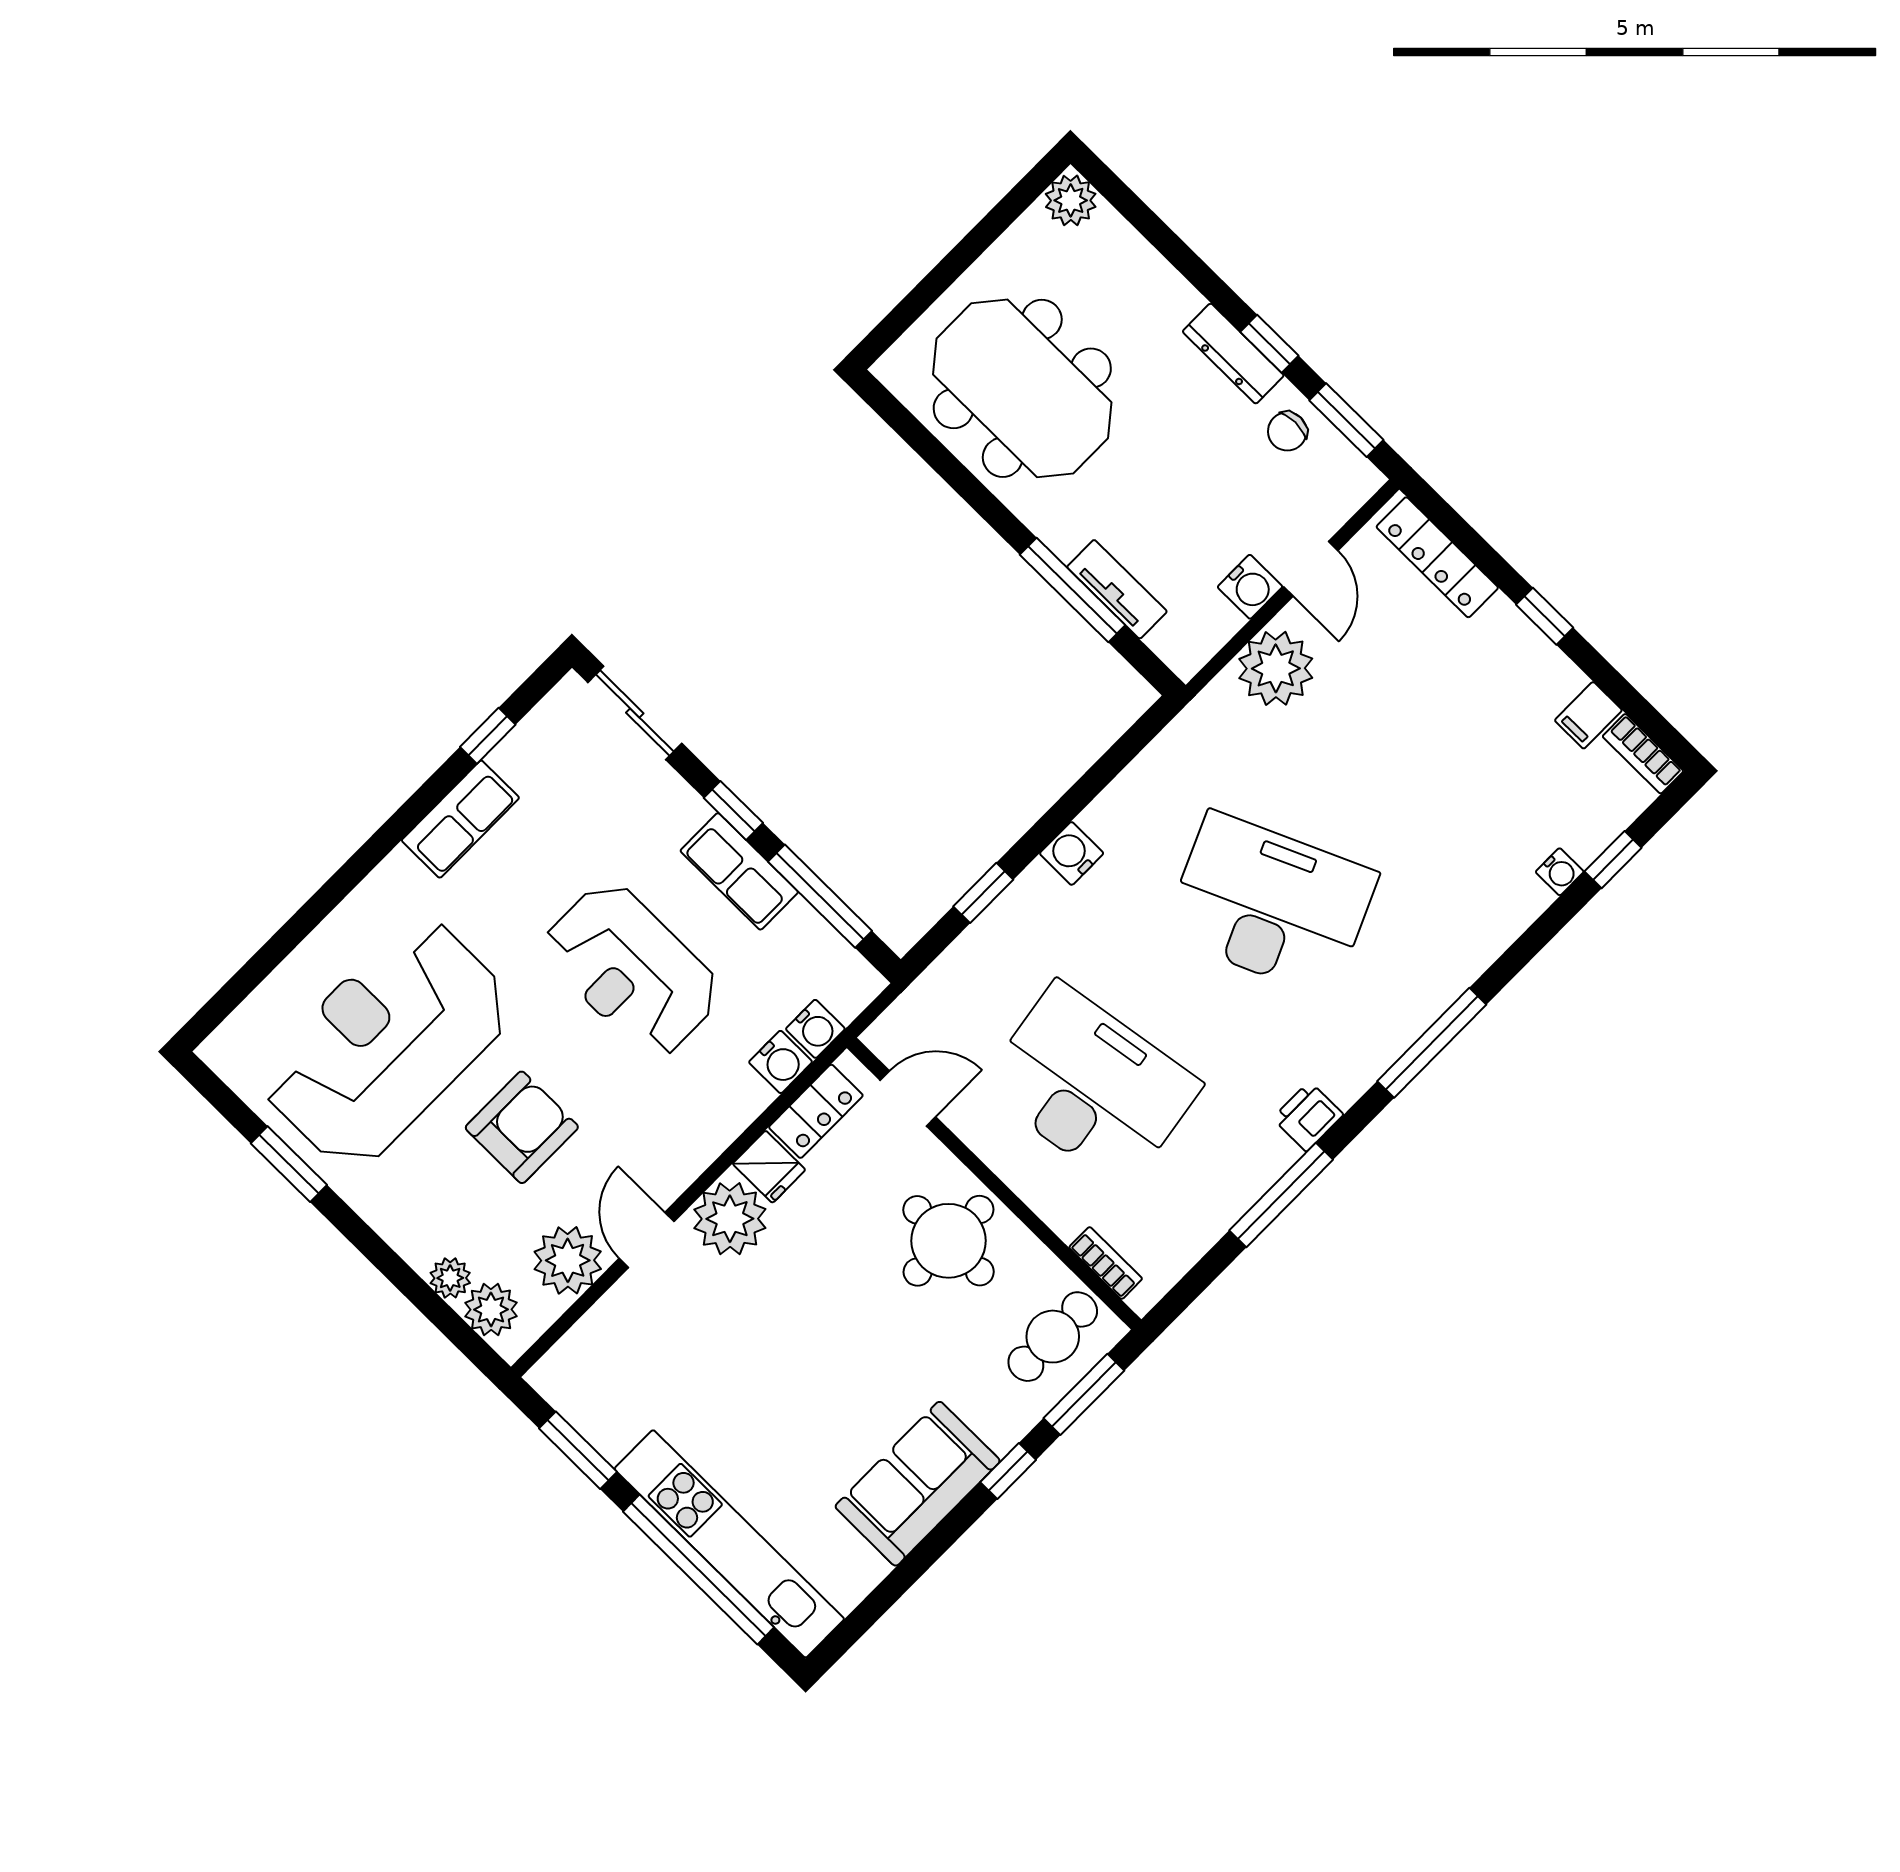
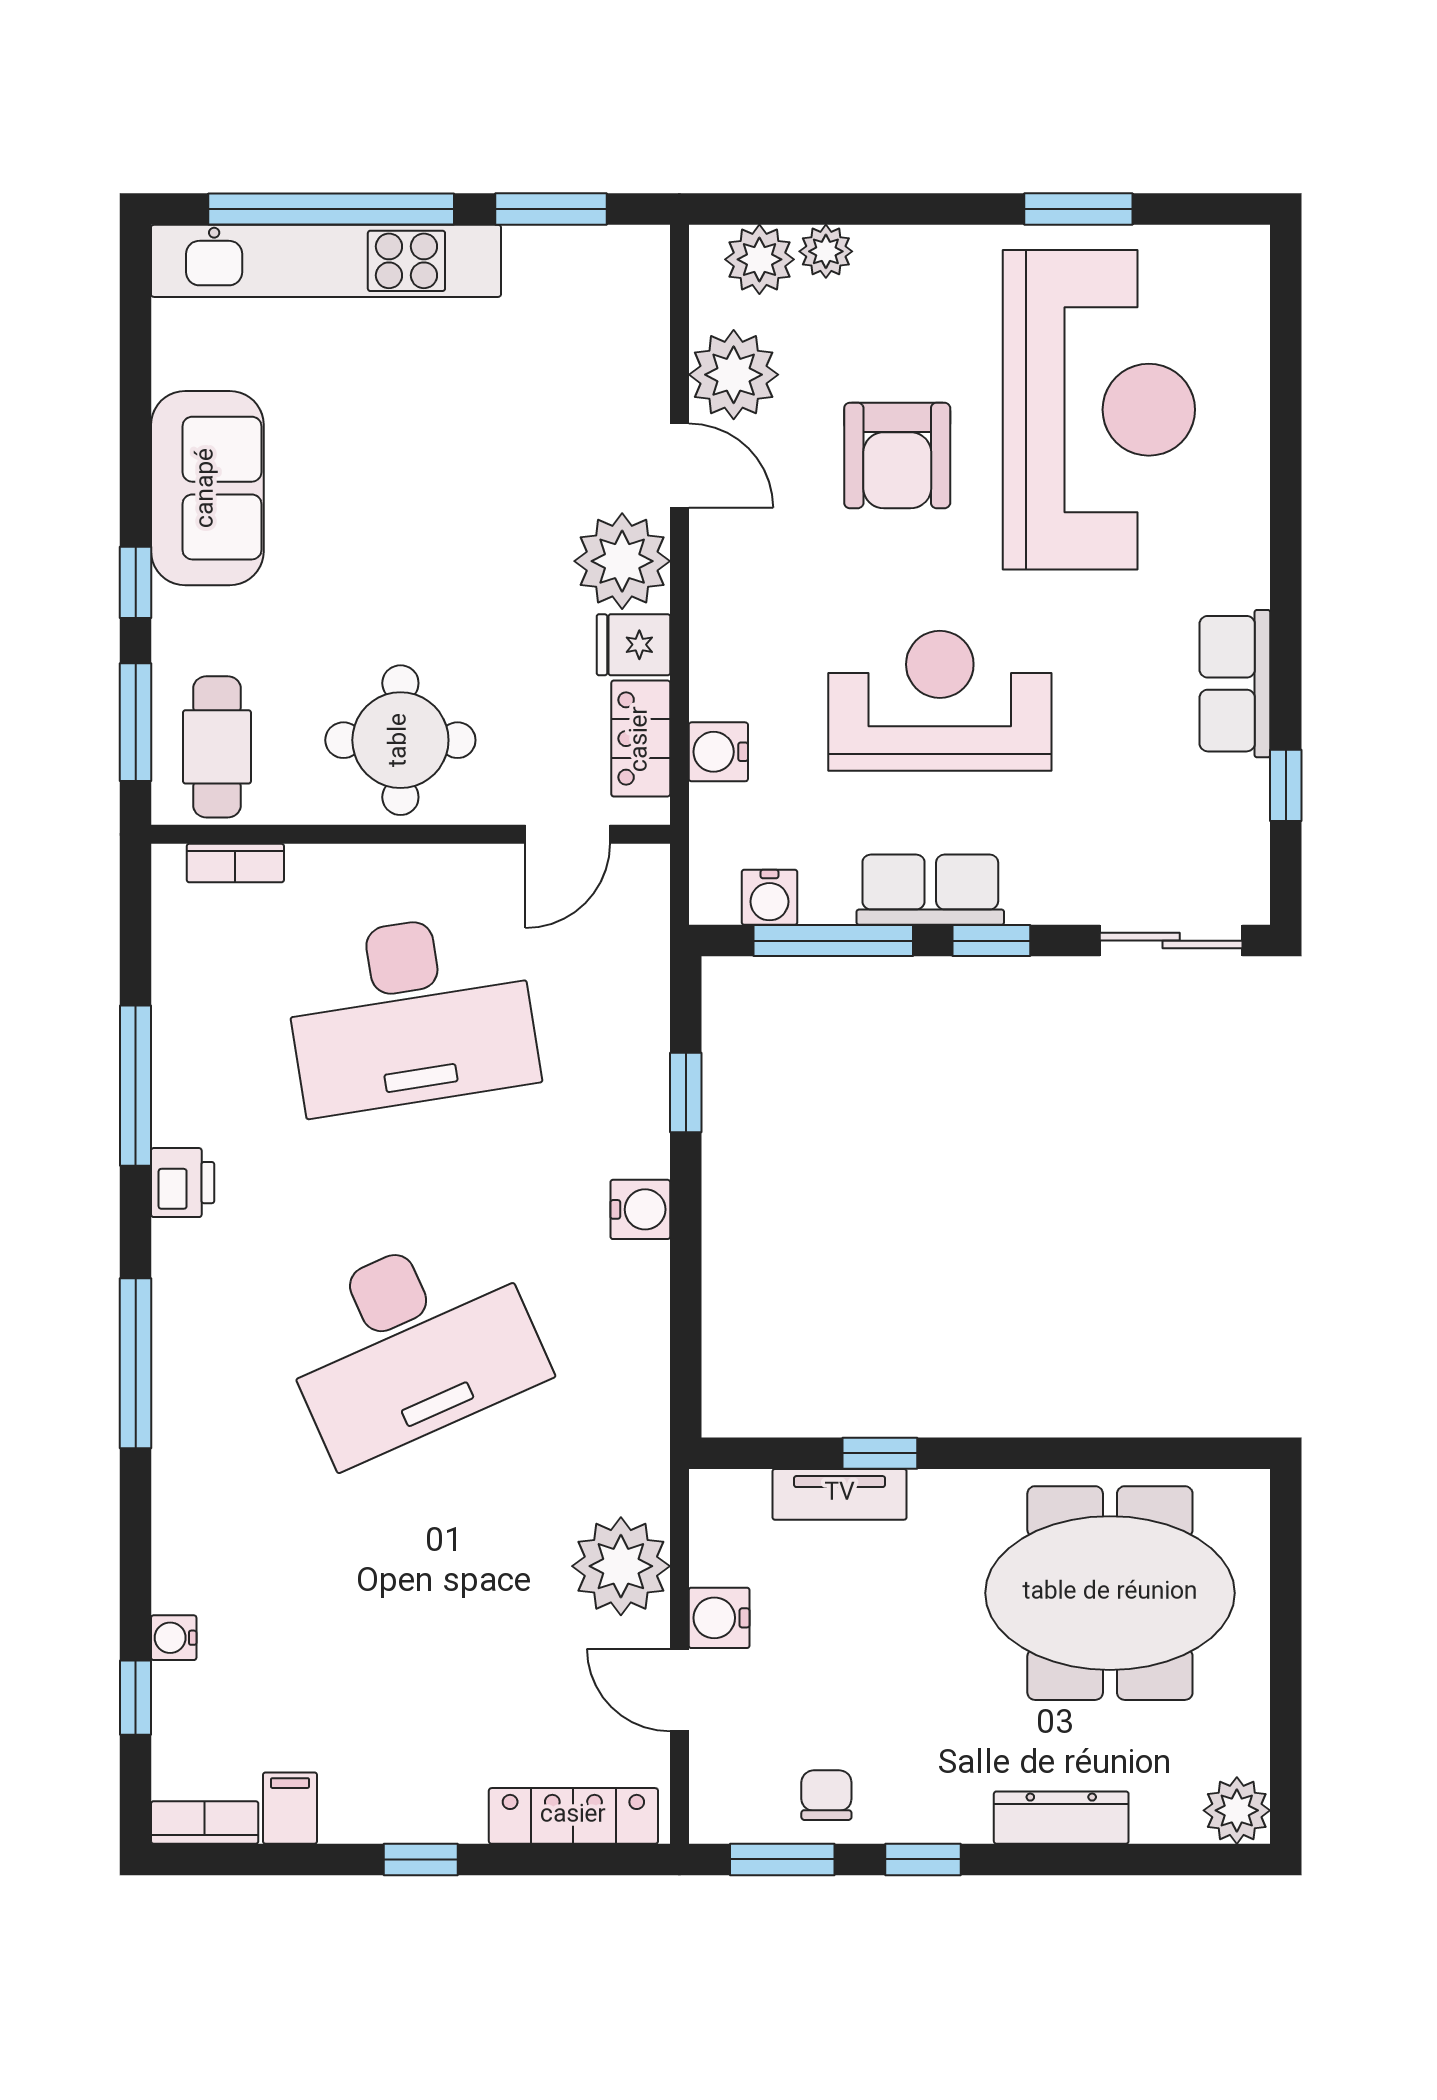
dresser: (1233, 354) -> (1061, 1818), moved
window: (1073, 590) -> (880, 1453), width x0.46
water cooler: (815, 1029) -> (769, 897), moved, turned -90

